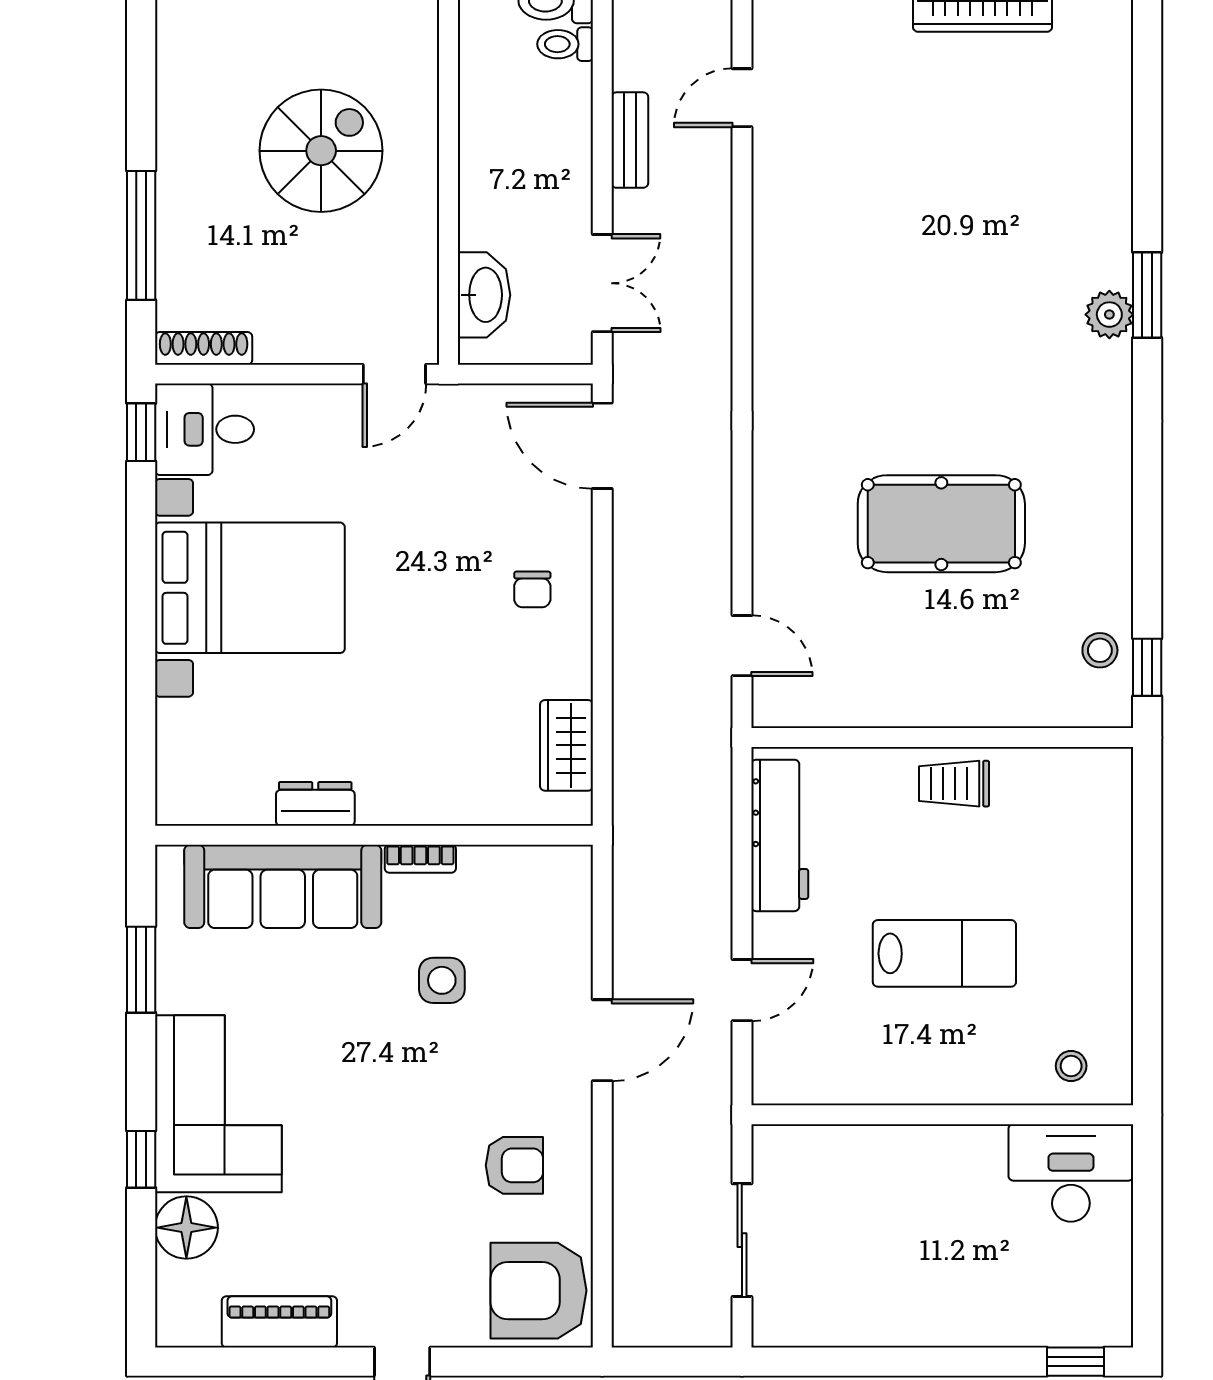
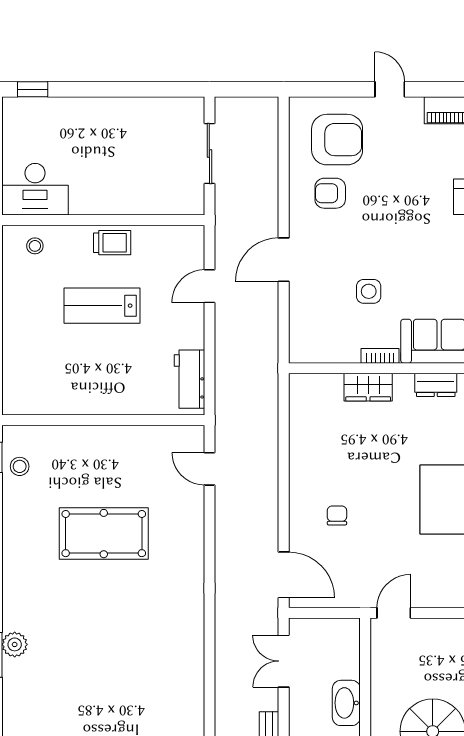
washbasin: (484, 295) -> (346, 703), moved
chair: (532, 589) -> (337, 515), moved
wardrobe: (567, 745) -> (368, 387), moved, turned 90
trolley: (954, 784) -> (112, 243), moved
workbench: (780, 835) -> (189, 379), width x0.73
armchair: (538, 1291) -> (337, 140), moved

